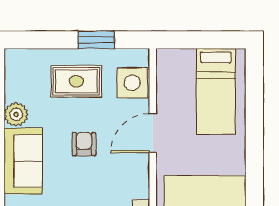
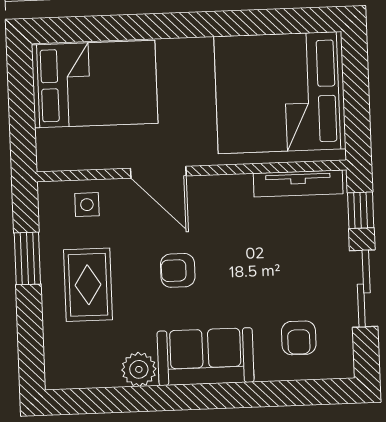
side table: (132, 83) -> (87, 205), width x0.54, depth x0.54
bed: (216, 91) -> (95, 84), width x1.50

